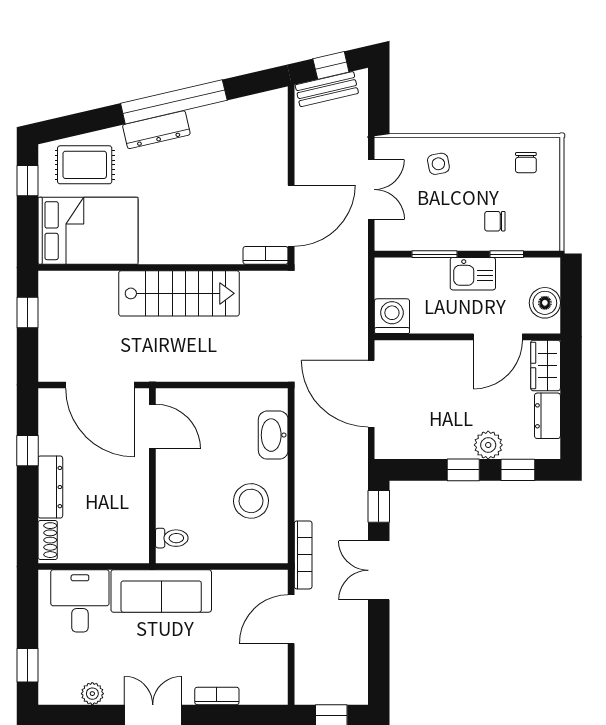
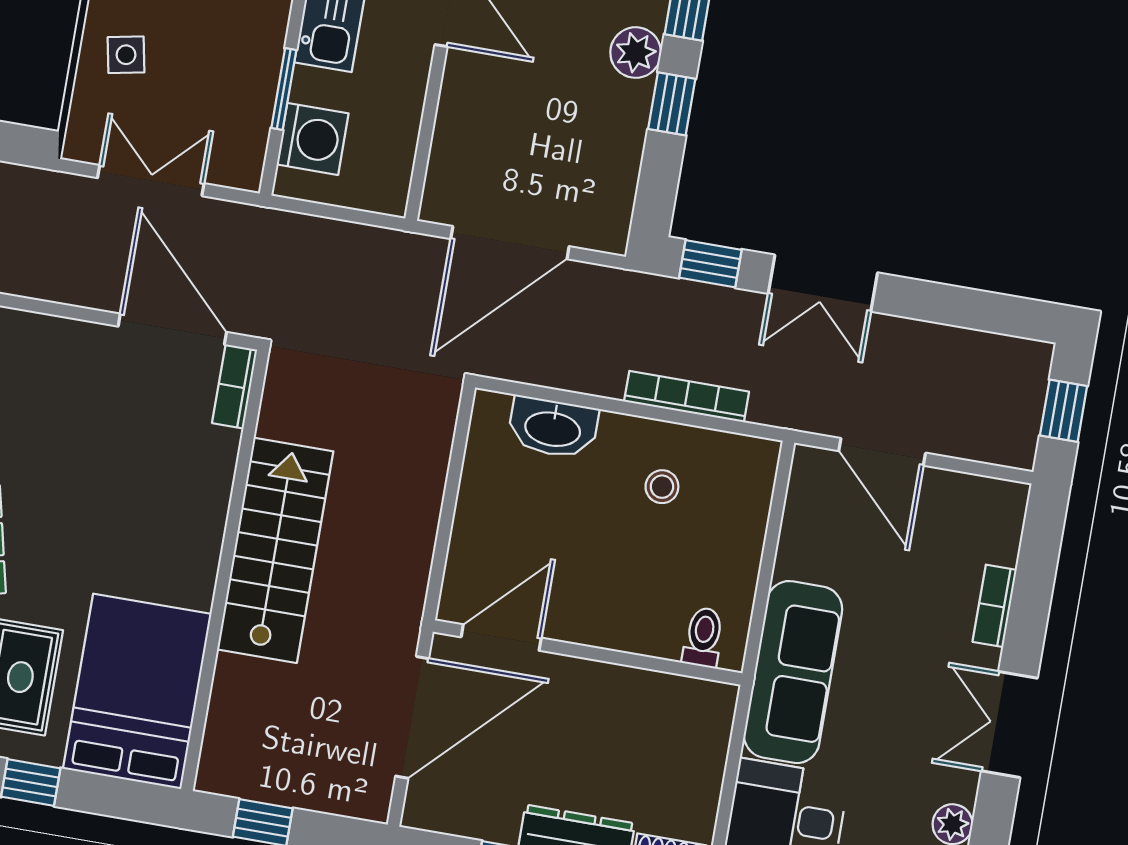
washing machine: (392, 316) -> (313, 139), moved, turned 180
stool: (251, 501) -> (662, 487), width x0.53, depth x0.53
bookcase: (303, 555) -> (687, 397), moved

